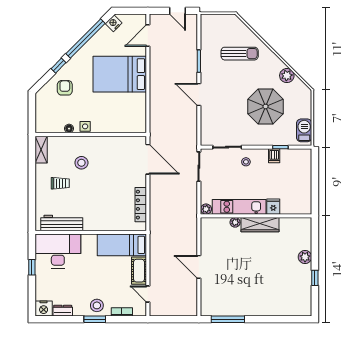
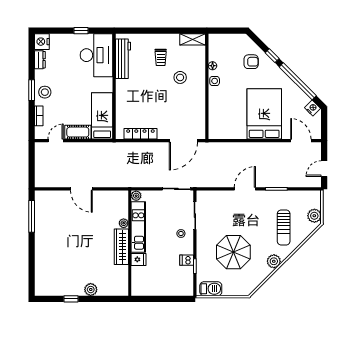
plant: (227, 21) -> (314, 216), added
plant: (287, 76) -> (274, 261), moved
door: (199, 267) -> (81, 189), swing flipped

